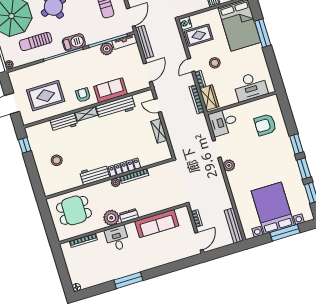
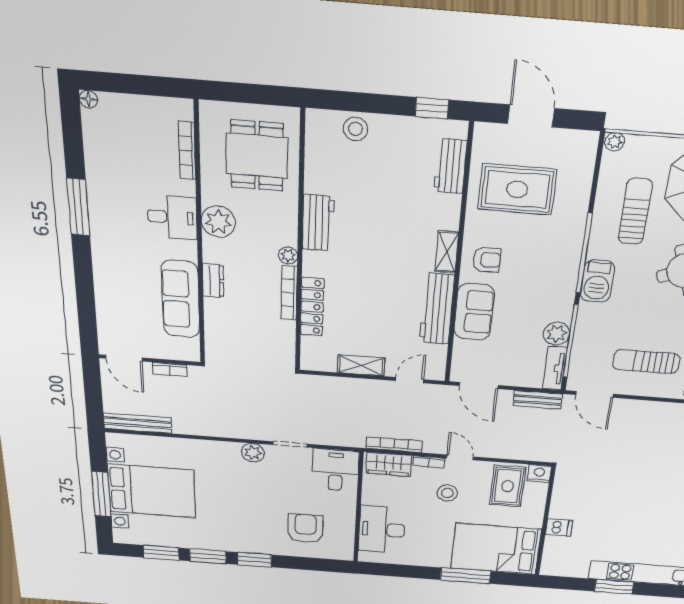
bench: (144, 42) -> (538, 400), width x0.73
rug: (46, 96) -> (517, 189), turned 90
workbench: (64, 123) -> (450, 166), moved
stool: (57, 160) -> (355, 129), moved
locker: (124, 167) -> (312, 307), moved
dresser: (129, 216) -> (213, 281), moved

